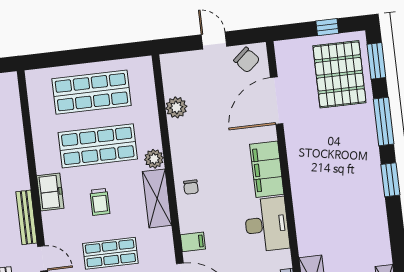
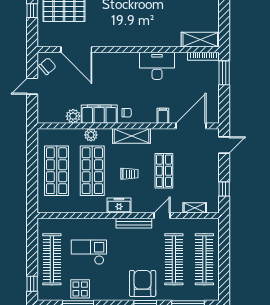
plant: (154, 159) -> (91, 135), moved
filing cabinet: (267, 169) -> (99, 114), moved, turned 180

